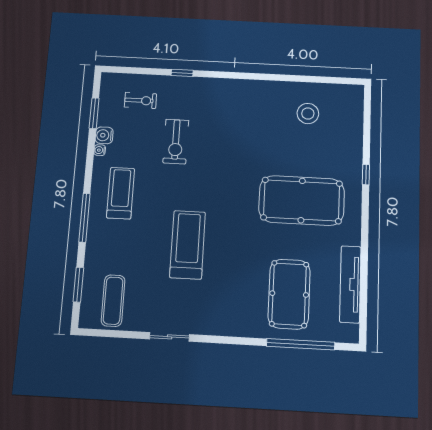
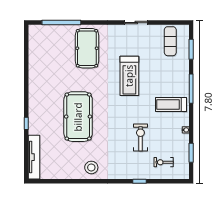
stool: (308, 114) -> (91, 167), moved
water cooler: (104, 135) -> (184, 139), removed
treadmill: (121, 193) -> (171, 104), turned 90
pool table: (302, 200) -> (78, 117), moved, turned 90
tv unit: (350, 284) -> (34, 157), moved
pool table: (289, 294) -> (87, 48), moved

